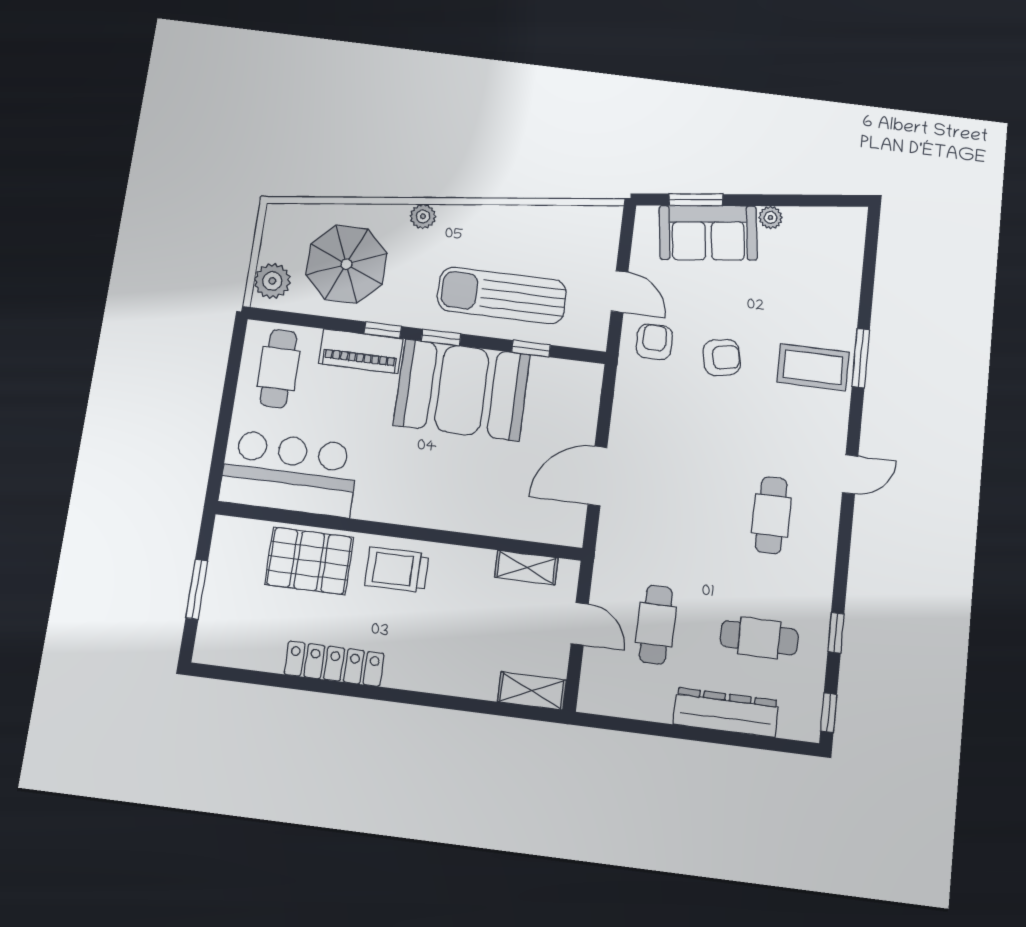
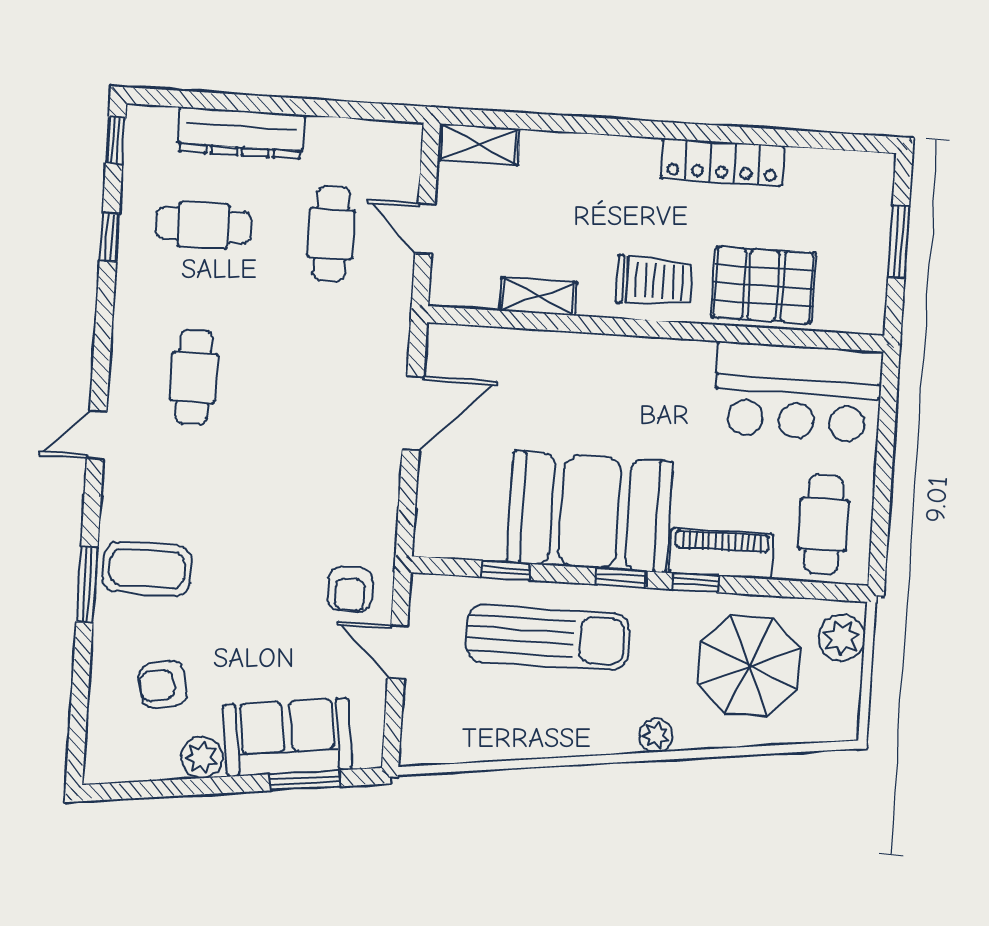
plant: (770, 218) -> (202, 757), width x1.38, depth x1.38
armchair: (722, 358) -> (163, 685), moved
shelving: (526, 568) -> (538, 296), moved

